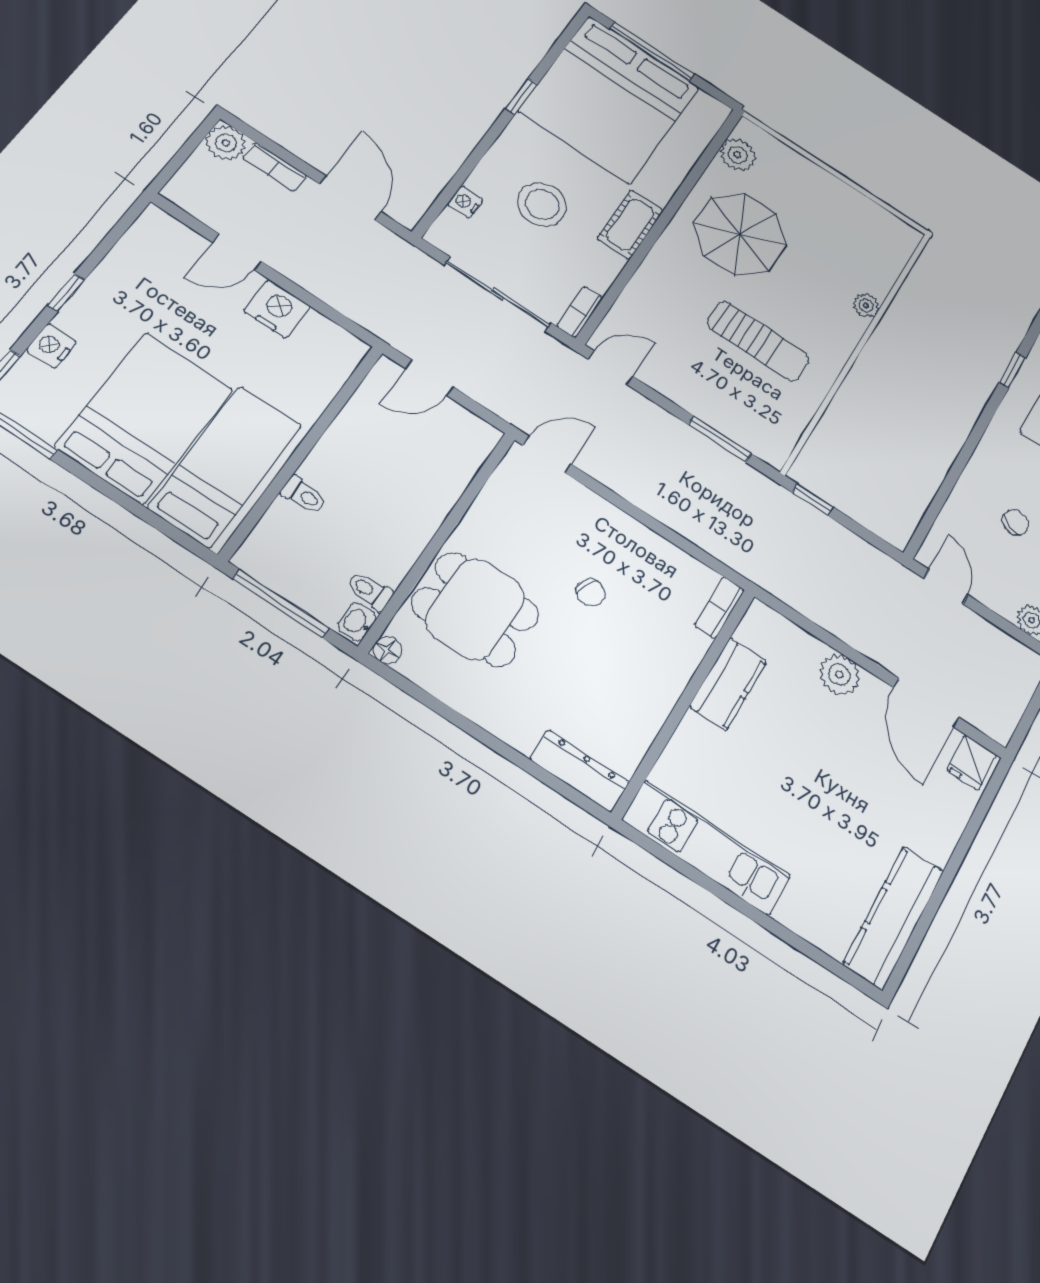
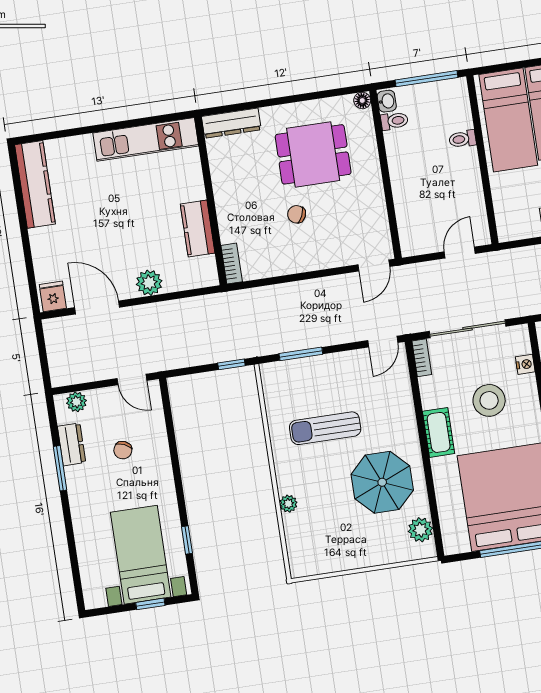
dining table: (475, 609) -> (313, 154), moved

